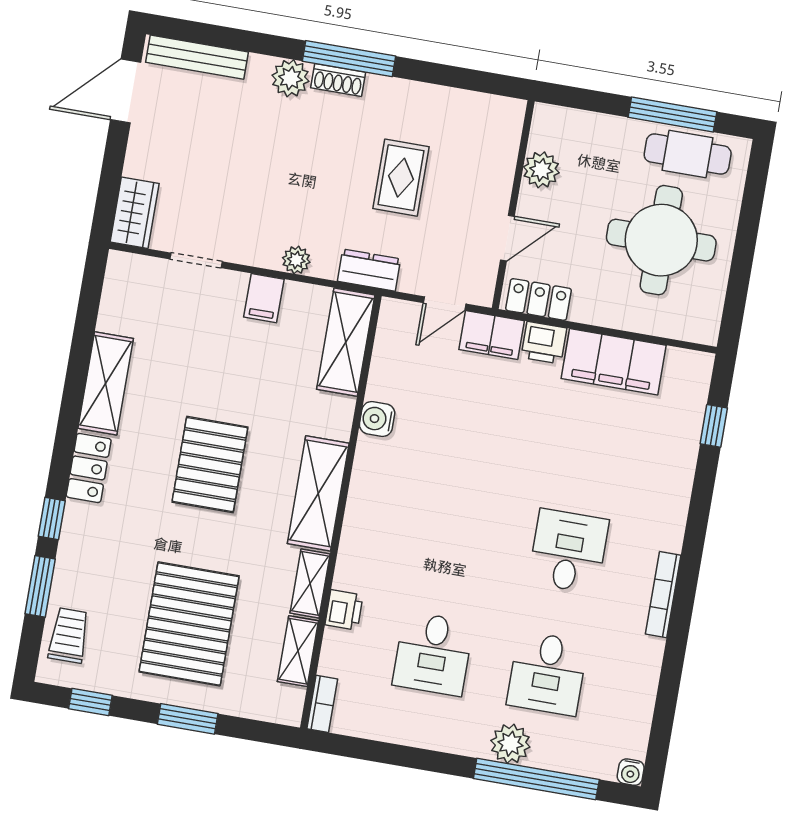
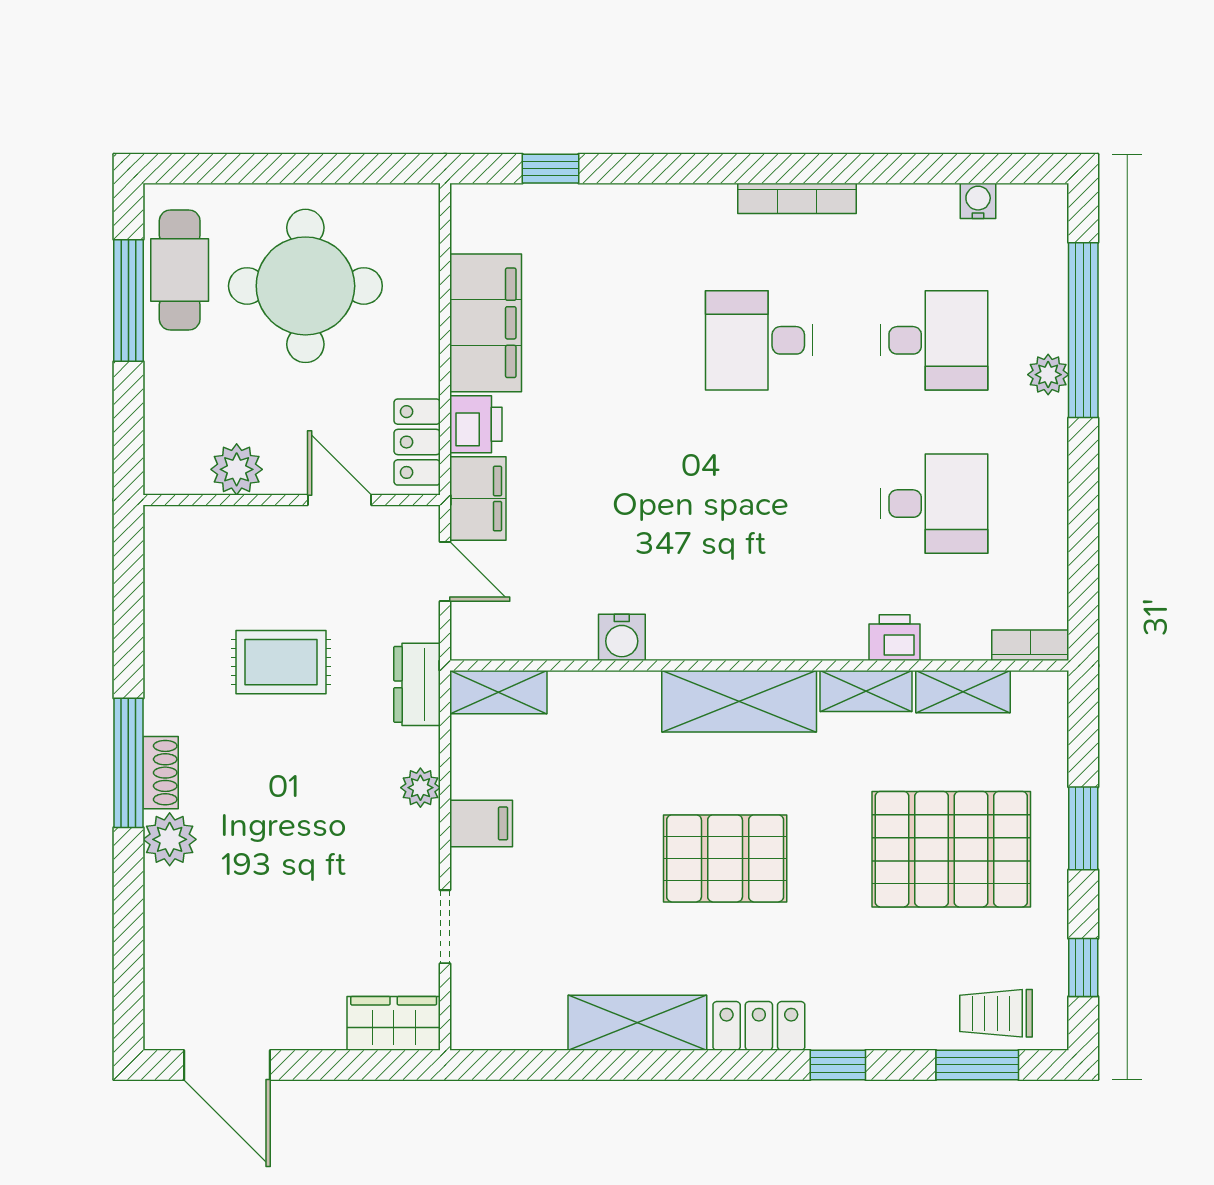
bench: (197, 57) -> (163, 974), removed
shelving: (346, 342) -> (498, 692), width x0.67, depth x0.75
window: (40, 586) -> (977, 1065), moved
plant: (510, 744) -> (1048, 375), width x0.73, depth x0.73
water cooler: (631, 772) -> (978, 201), moved, turned -90

